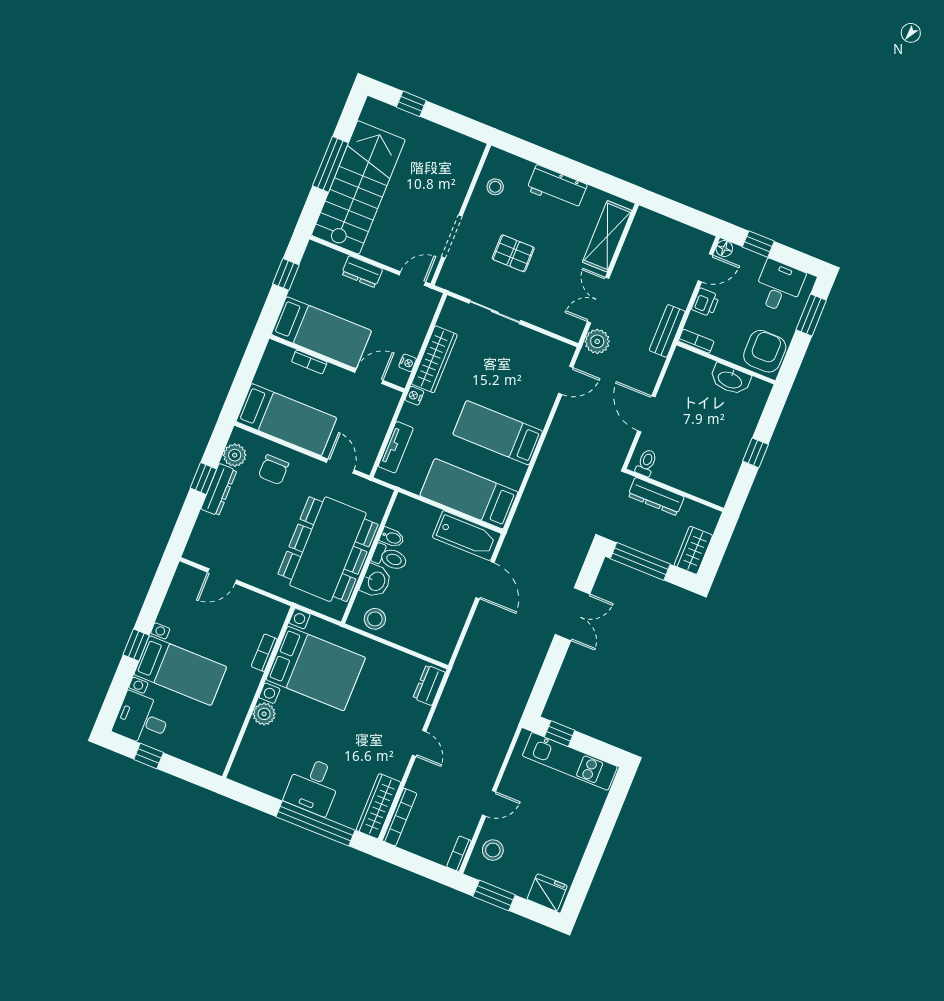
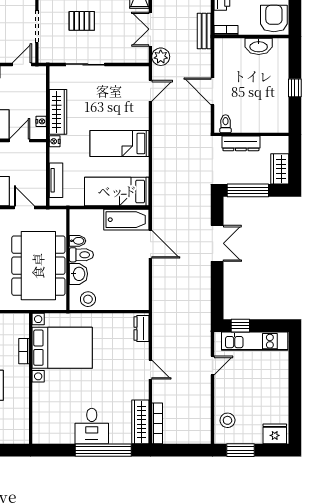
plant: (264, 714) -> (40, 391), removed
door: (489, 803) -> (213, 366), moved
bookcase: (459, 854) -> (206, 432), removed

